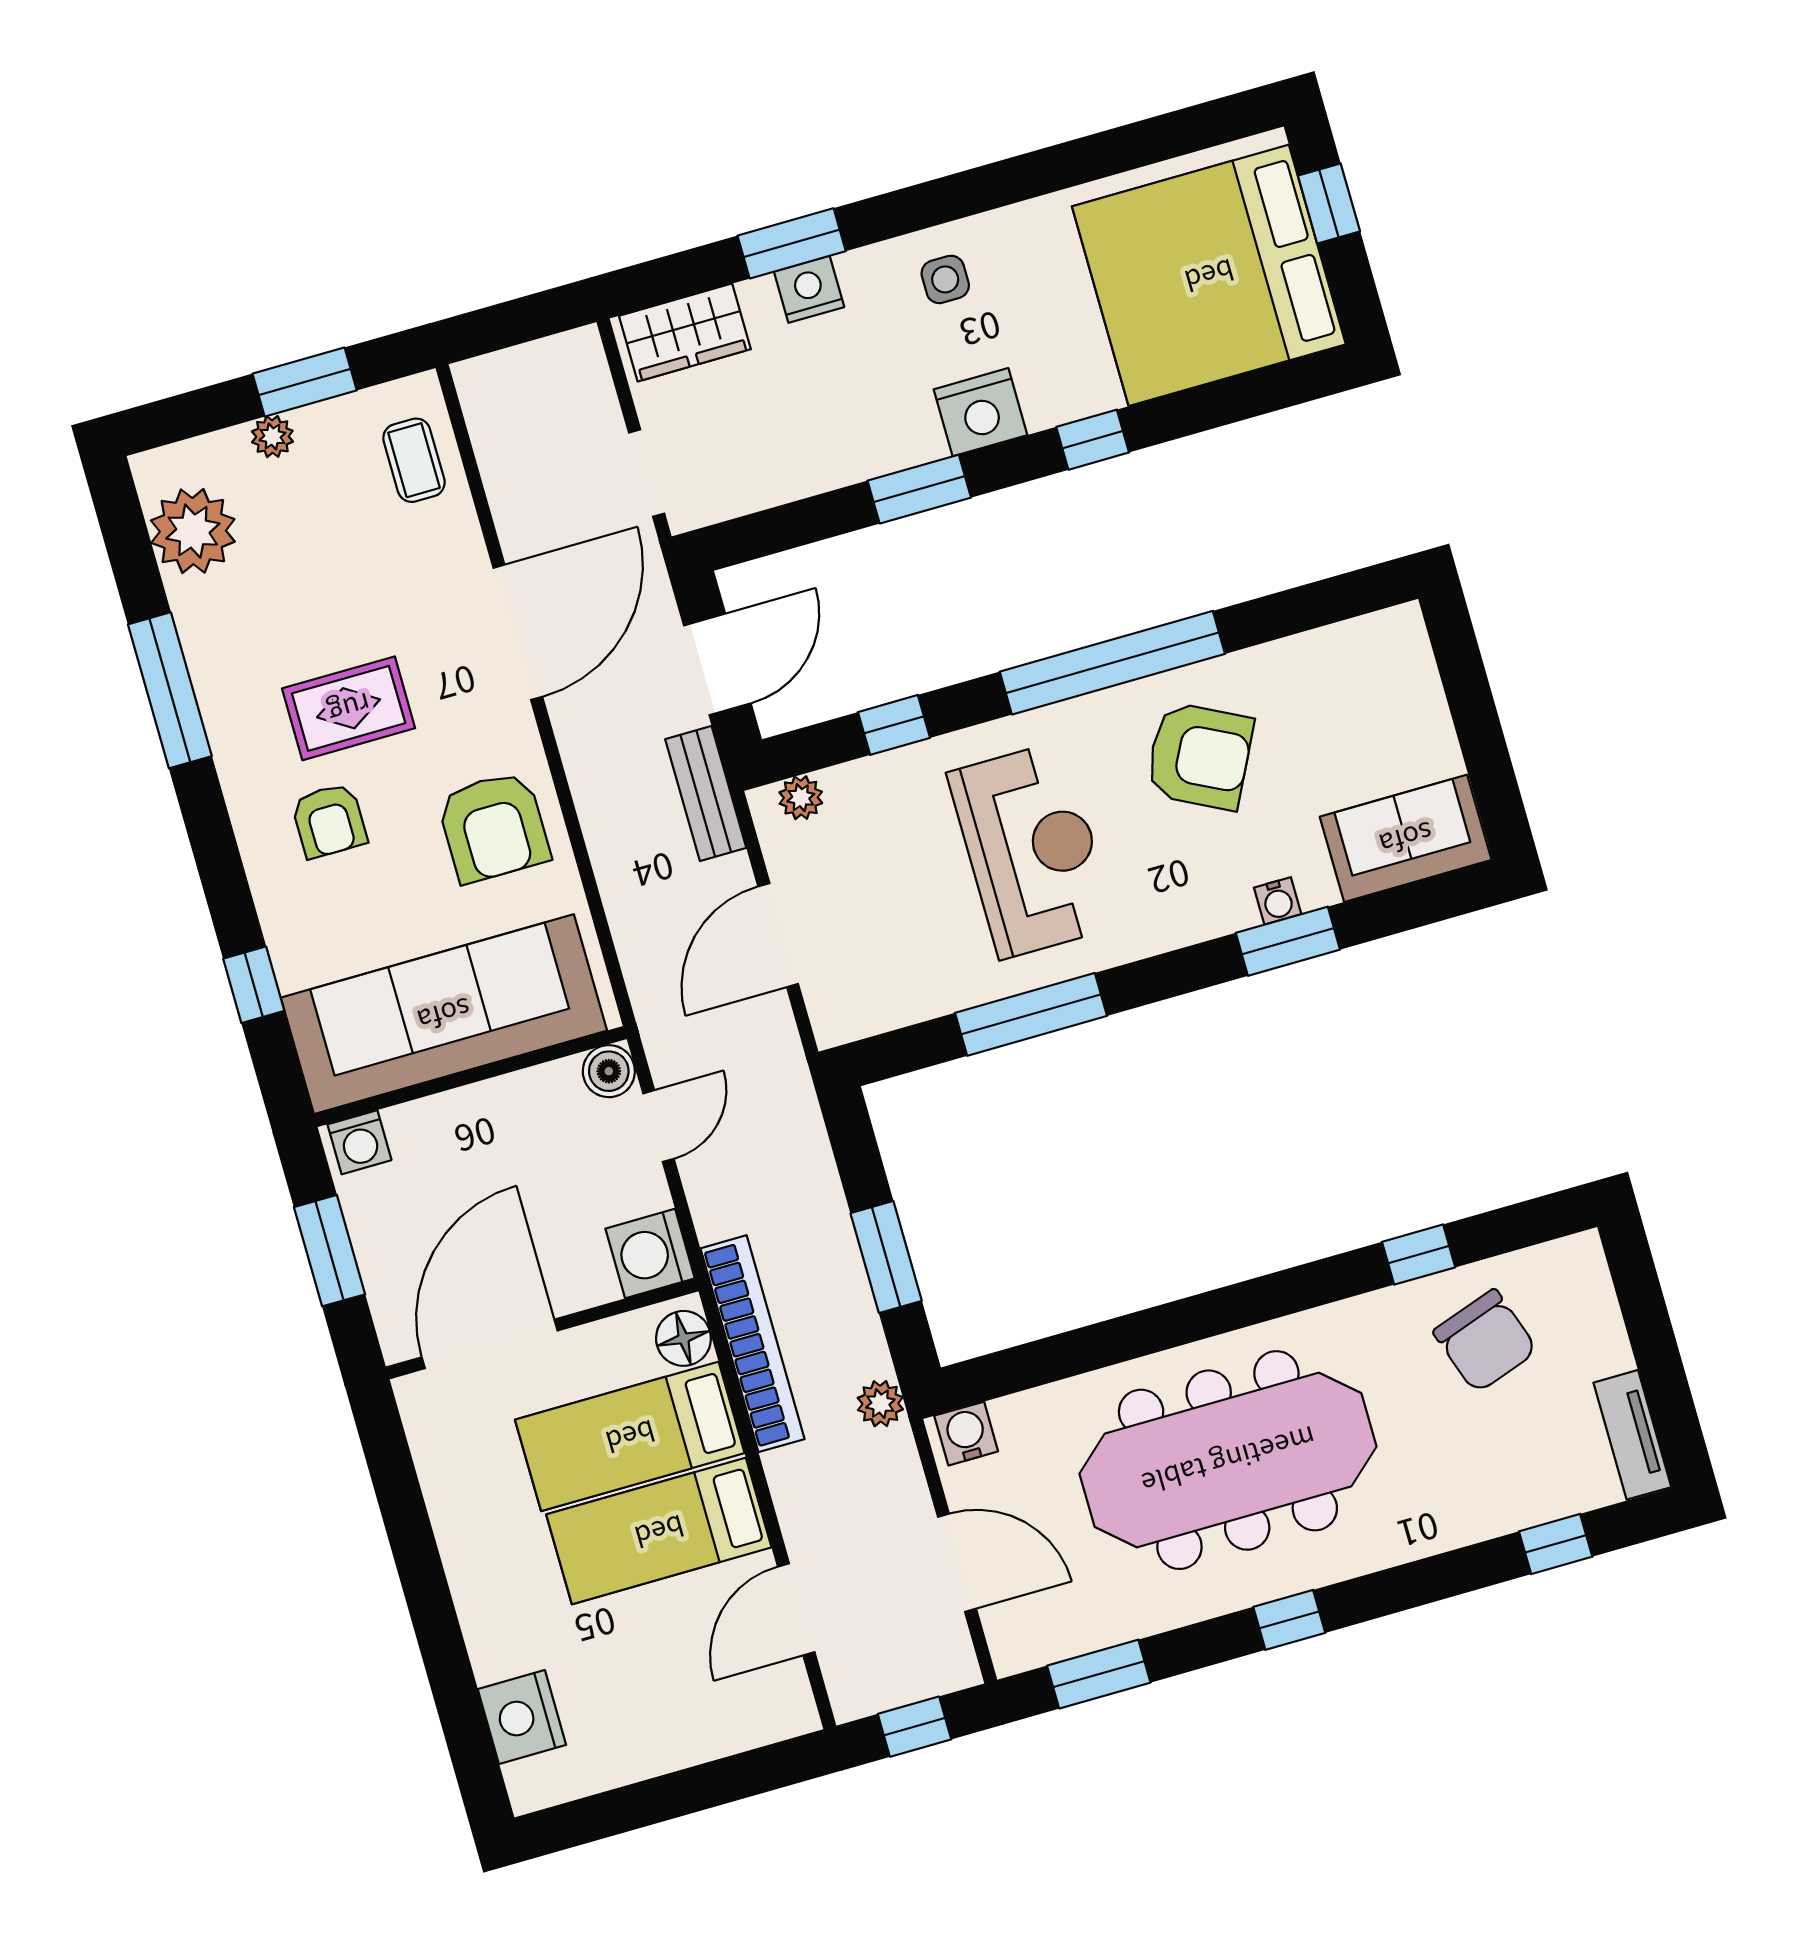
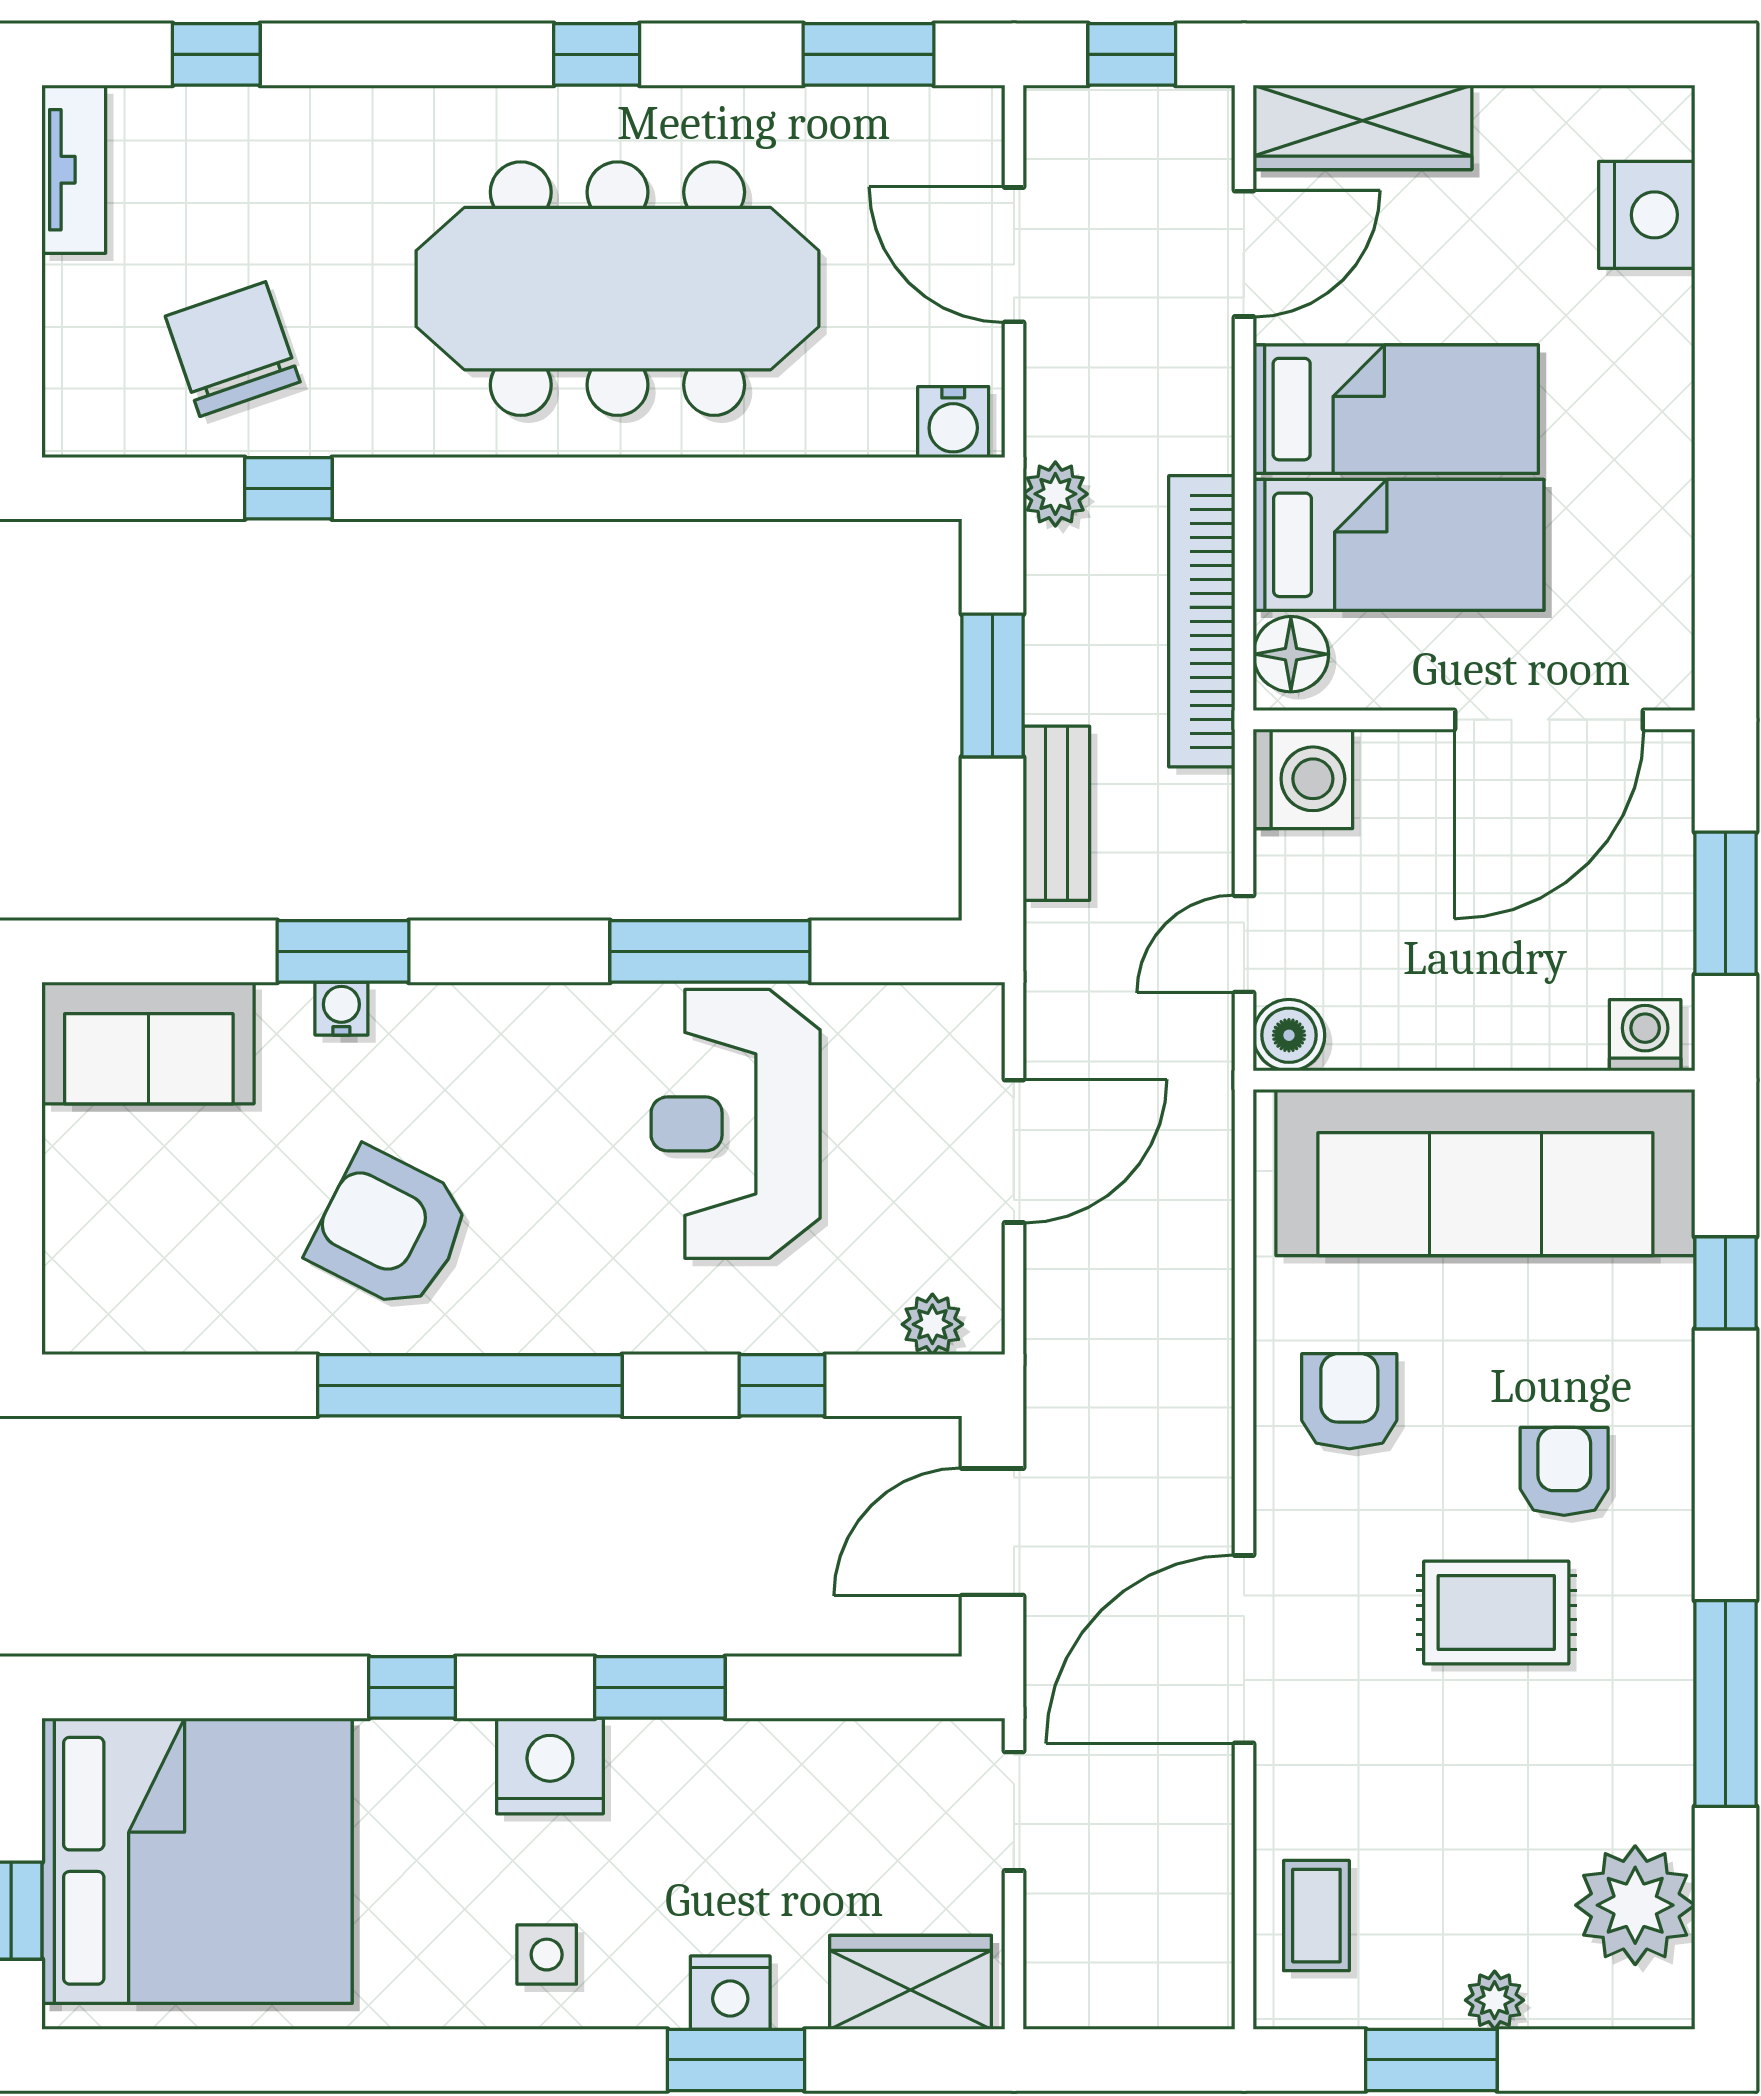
bench: (706, 794) -> (1056, 813), moved
armchair: (494, 827) -> (1349, 1401), width x0.72, depth x0.72
reception desk: (1032, 850) -> (736, 1124), moved
wardrobe: (738, 1722) -> (1362, 127), added

